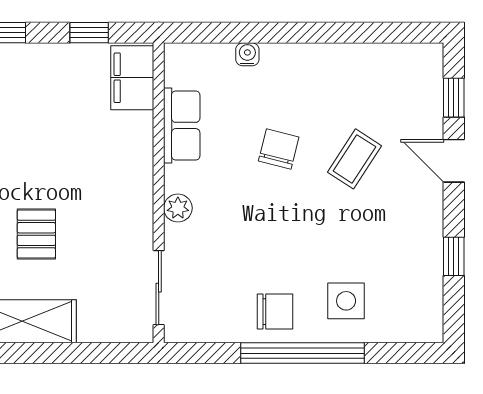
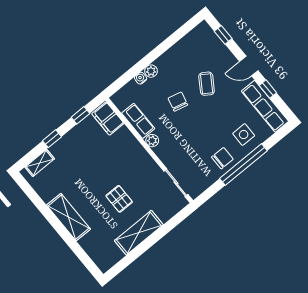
plant: (276, 57) -> (151, 71), added
door: (454, 161) -> (249, 66), moved
plant: (178, 208) -> (152, 141), moved
row of seats: (424, 282) -> (265, 106), added

